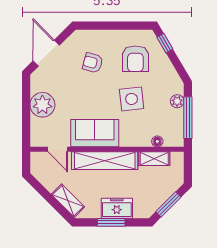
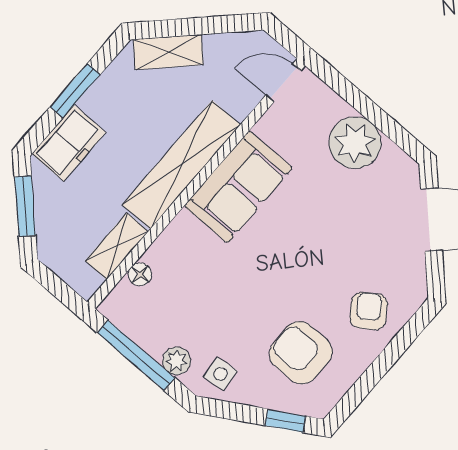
armchair: (93, 63) -> (369, 311), moved, turned -50
side table: (132, 99) -> (220, 374), moved, width x0.54, depth x0.54
door: (58, 149) -> (283, 83), moved
freezer: (117, 208) -> (69, 143), moved

